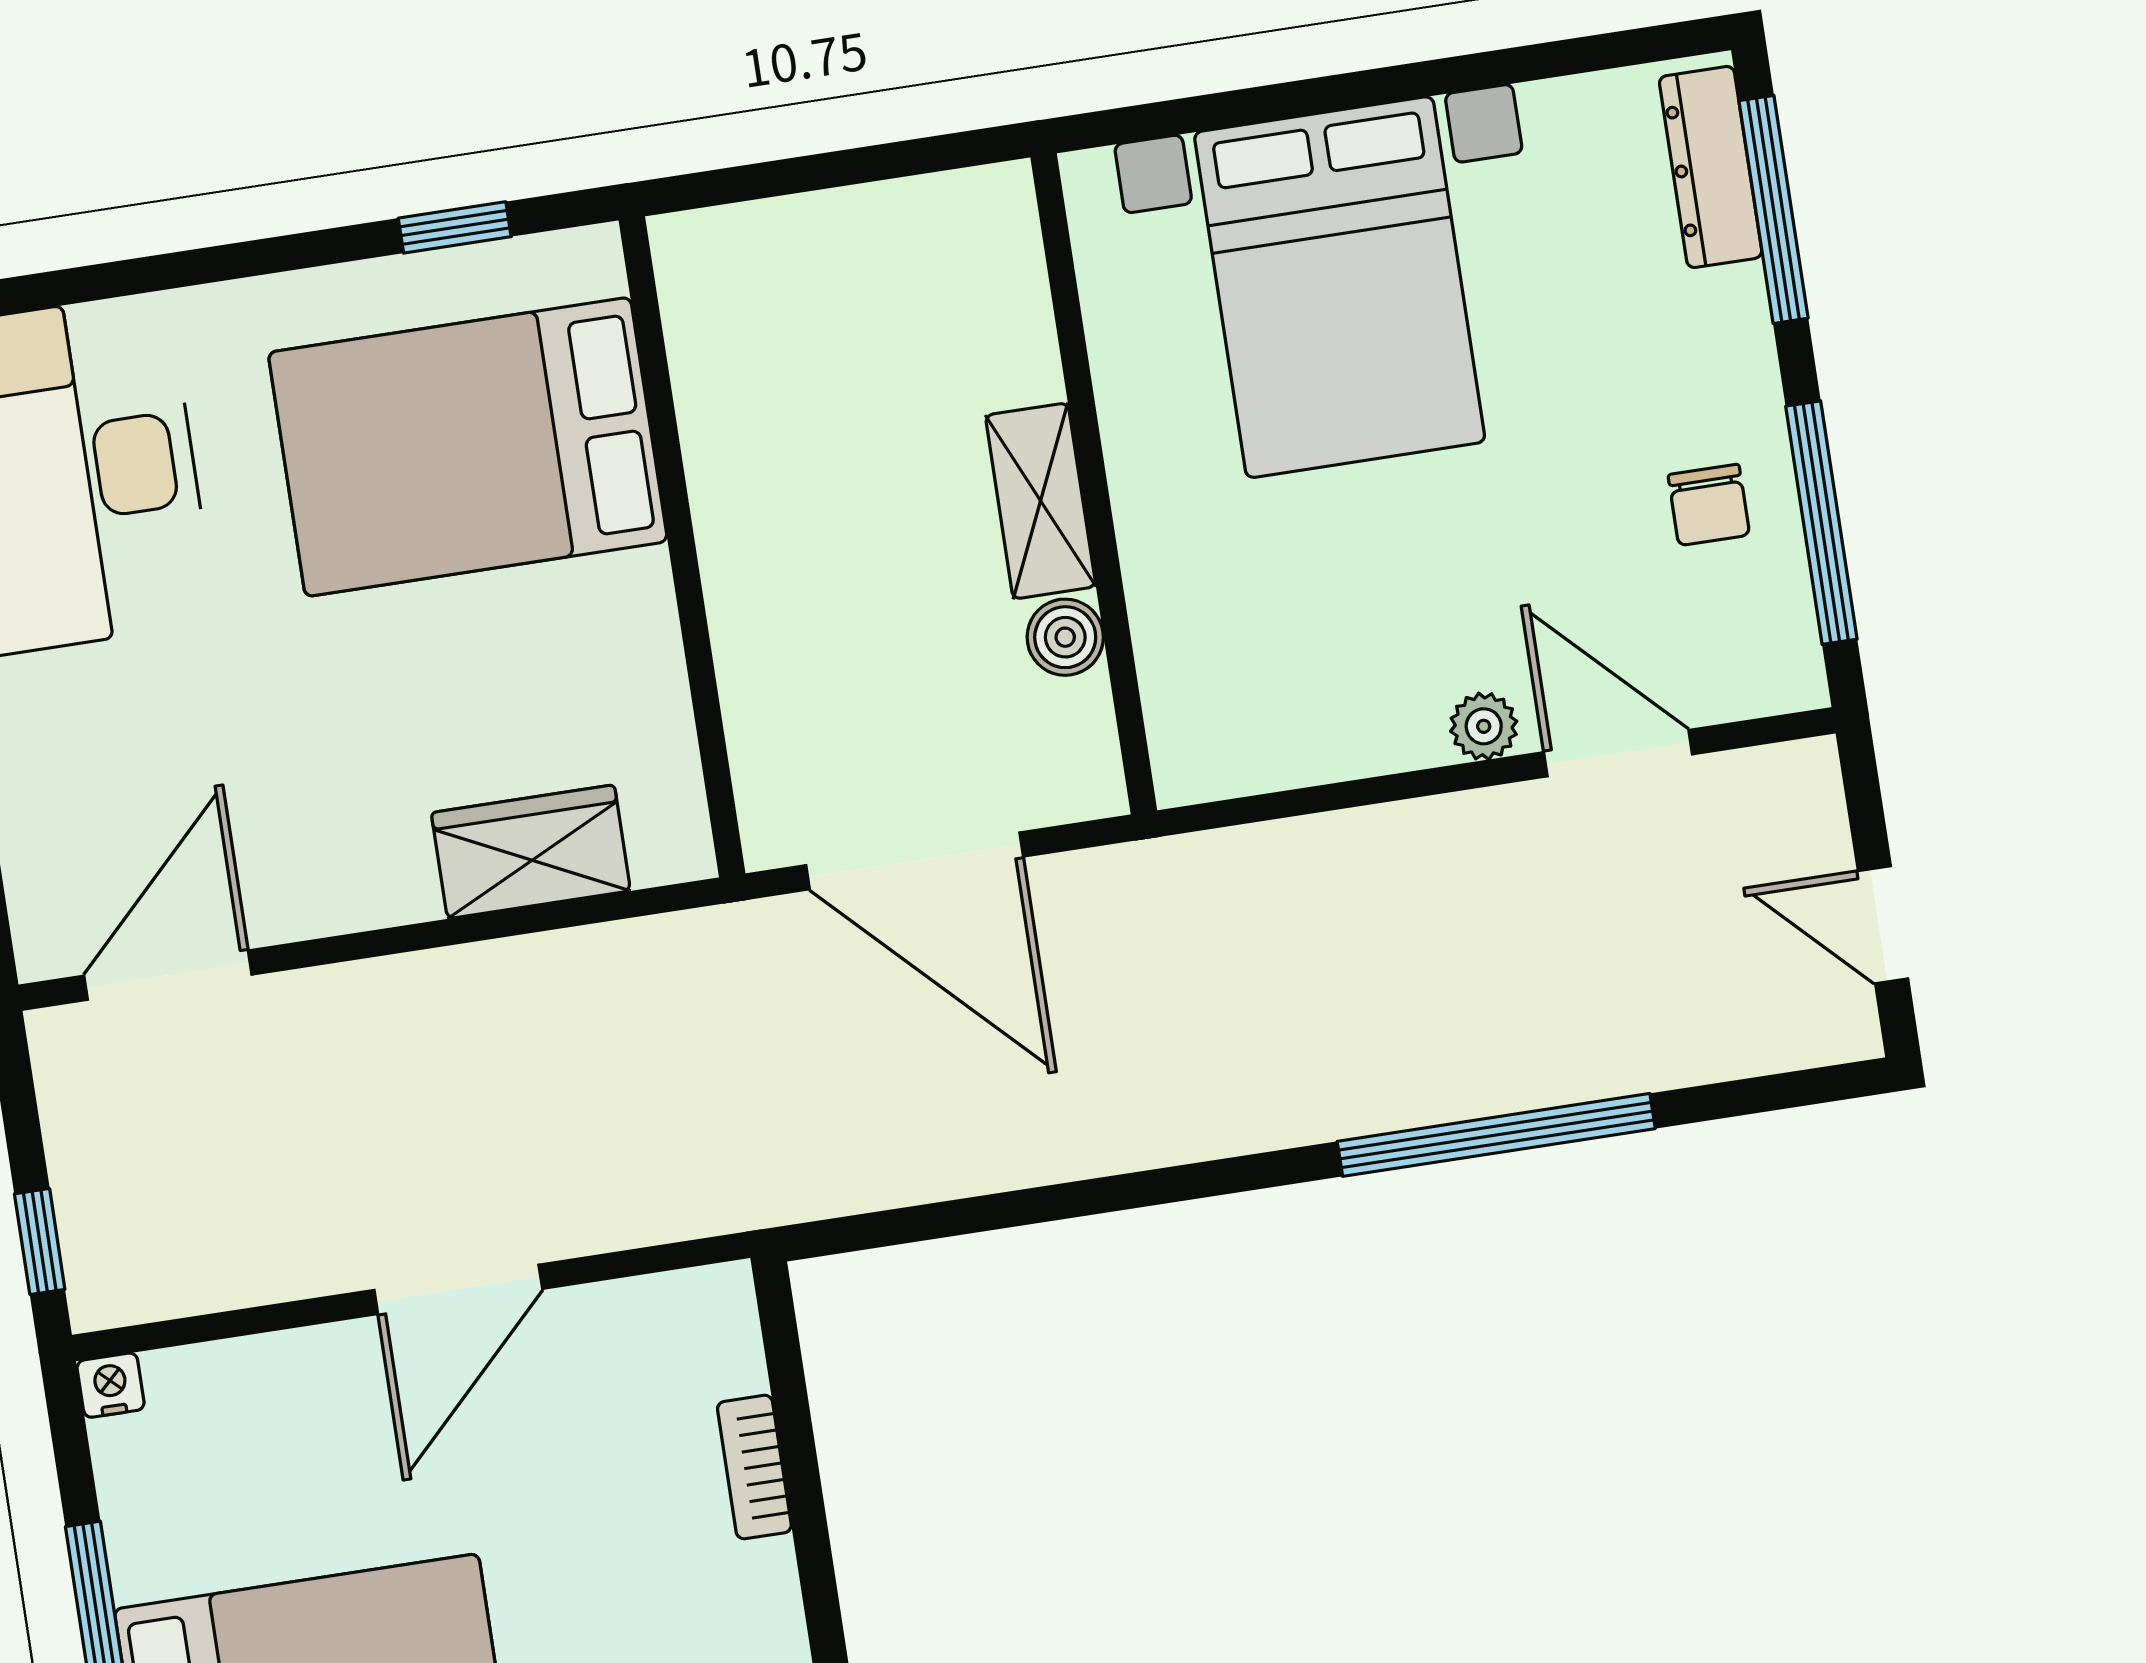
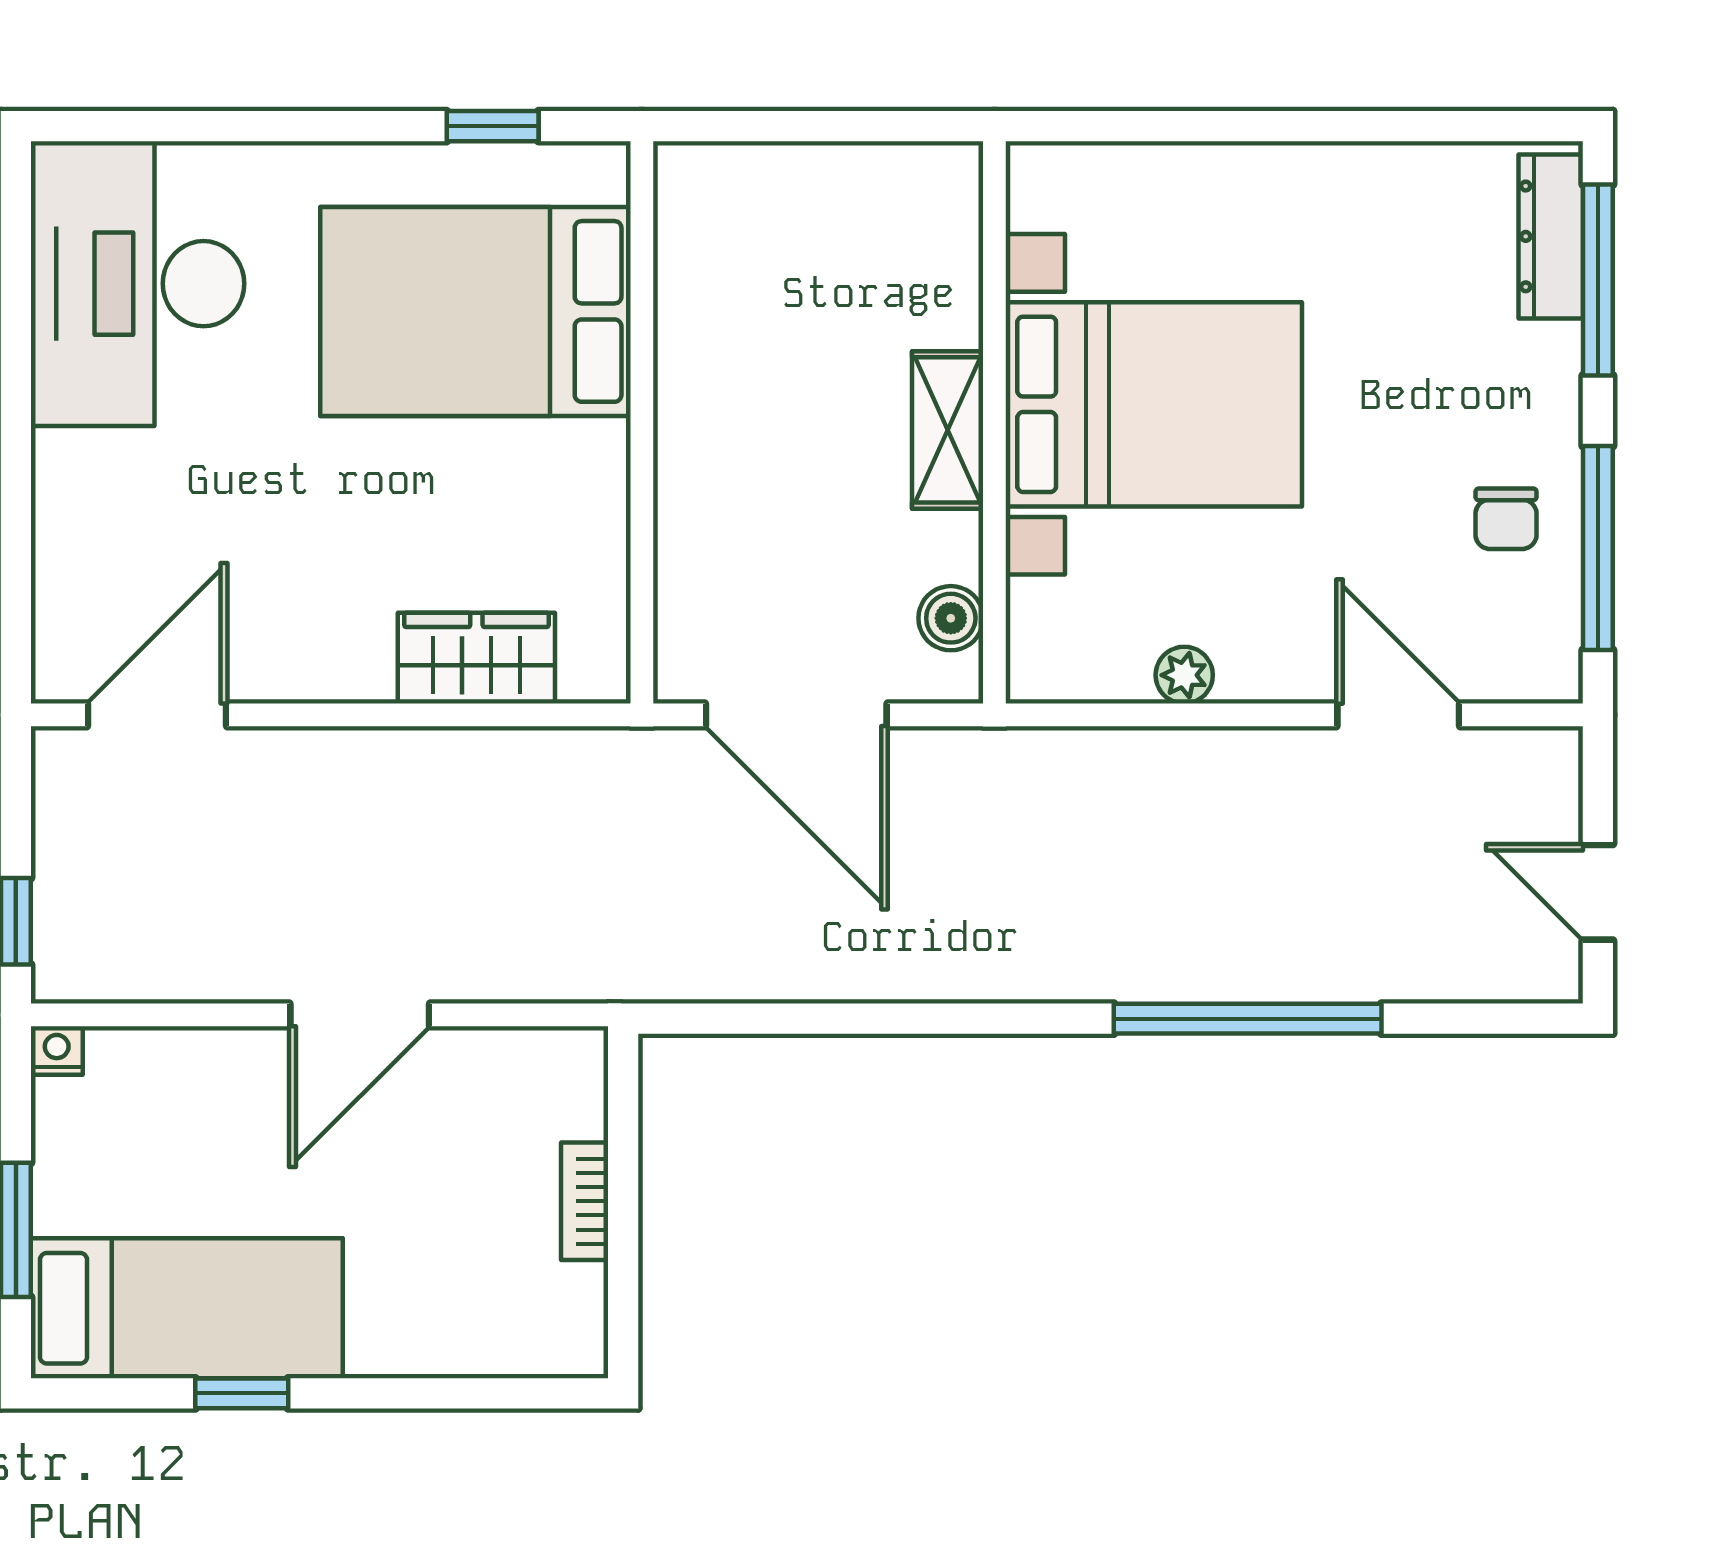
bed with nightstands: (1340, 287) -> (1154, 404), moved, turned -90
boiler: (1065, 637) -> (951, 618), moved
plant: (1484, 726) -> (1184, 675), moved

